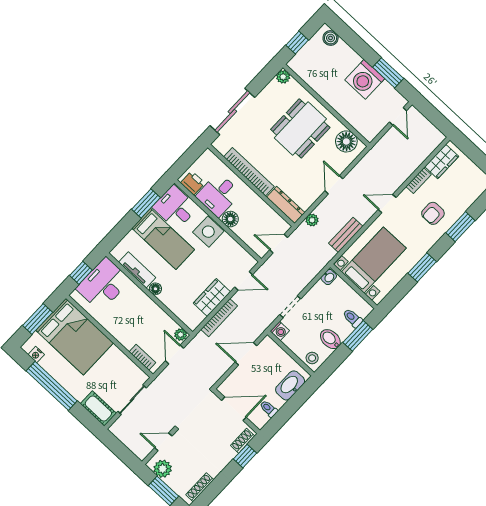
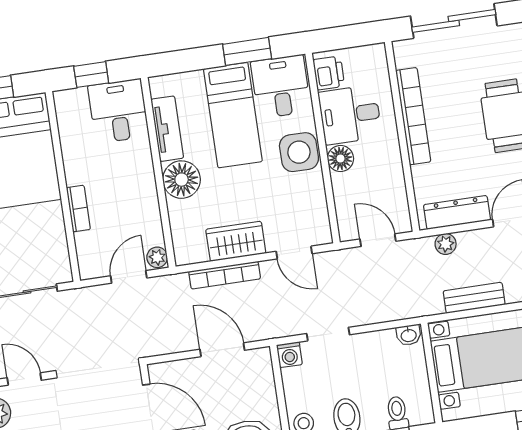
dresser: (286, 205) -> (457, 212), moved, turned -90
desk: (103, 284) -> (118, 111), width x0.73
floor lamp: (155, 289) -> (182, 180), width x1.89, depth x1.89
bookcase: (142, 357) -> (78, 209), moved

